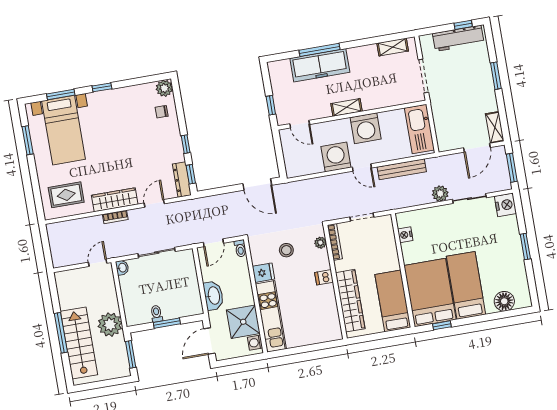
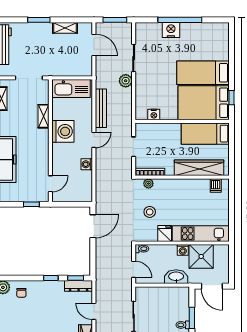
shelving: (347, 107) -> (44, 116), moved
shelving: (495, 127) -> (65, 28), moved
washing machine: (336, 157) -> (87, 164), width x0.53, depth x0.53
nightstand: (505, 205) -> (171, 30), moved
window: (525, 246) -> (180, 20), width x2.11
dishwasher: (324, 277) -> (216, 185), moved
floor lamp: (504, 301) -> (221, 44), removed
washing machine: (255, 343) -> (183, 250), moved

